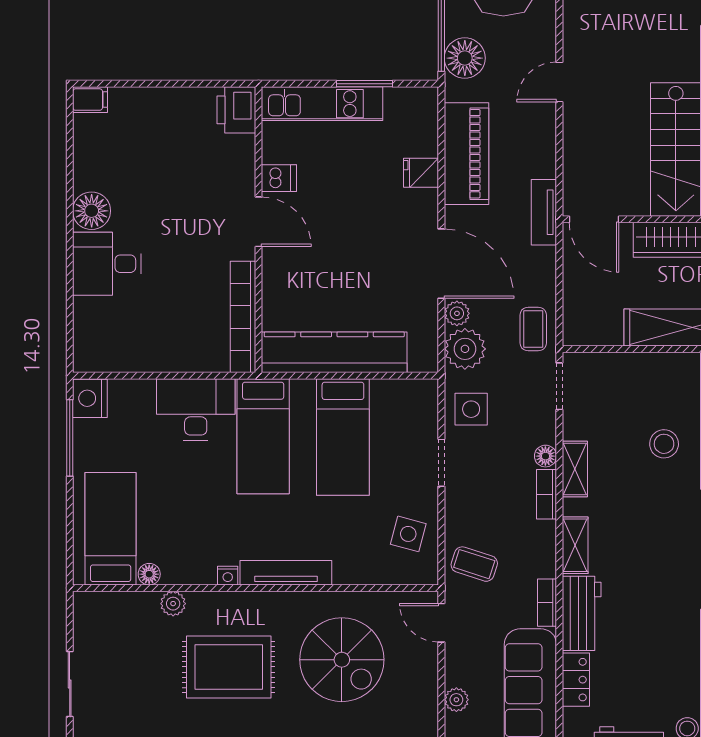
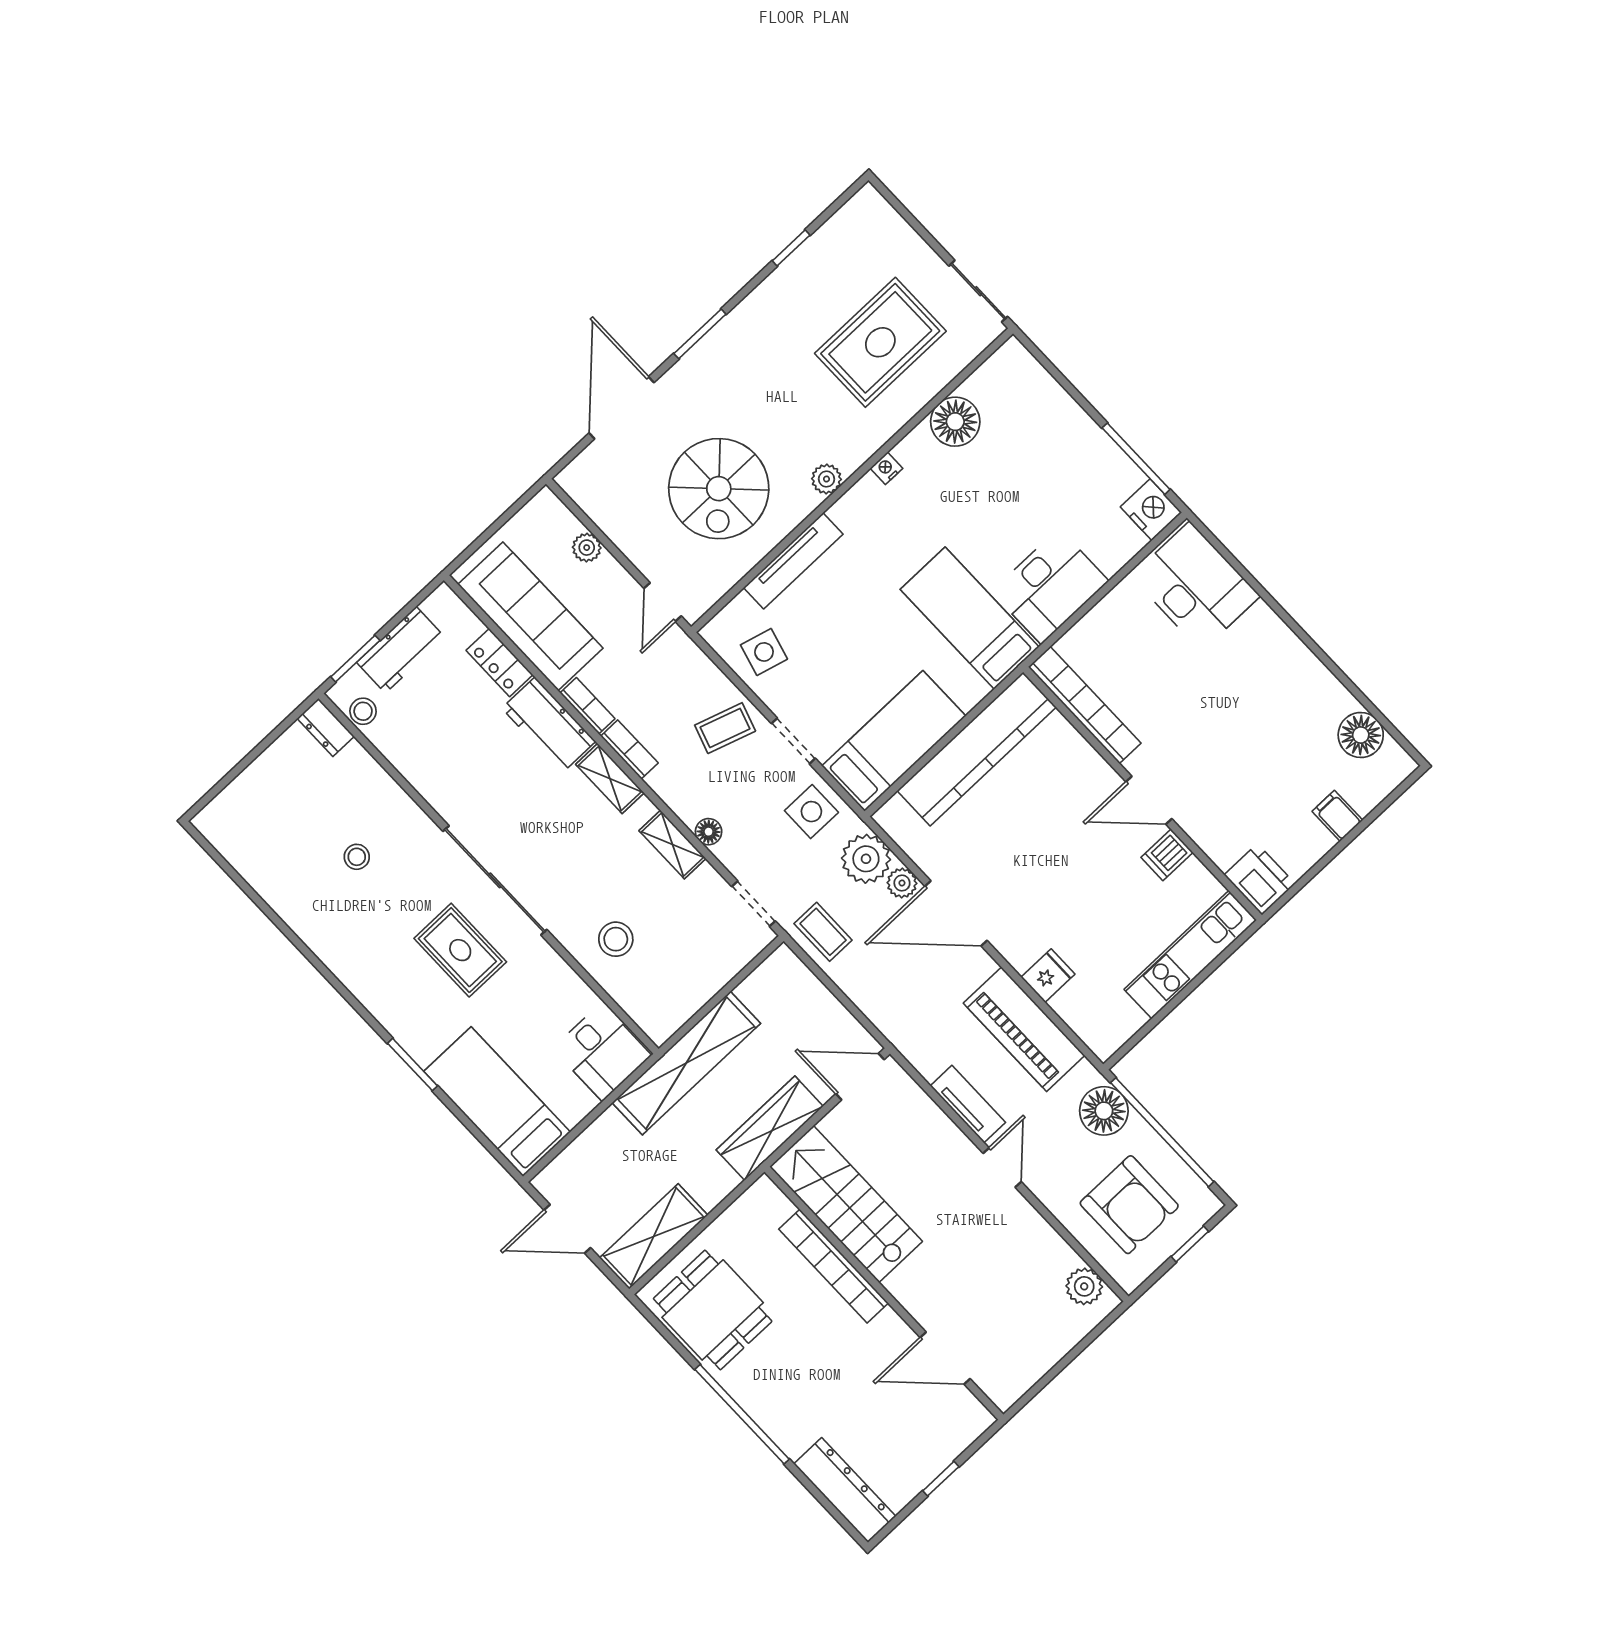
window: (364, 84) -> (1170, 1007), removed
filing cabinet: (90, 100) -> (1337, 816), moved, turned 90
floor lamp: (92, 211) -> (1361, 735), moved
tv unit: (544, 212) -> (968, 1104), moved
desk: (107, 264) -> (1196, 586), moved, width x1.37
bed: (343, 437) -> (894, 741), moved, turned 90
bookcase: (547, 494) -> (629, 750), moved
bed: (111, 529) -> (1026, 413), removed
coffee table: (474, 564) -> (725, 728), moved
tv unit: (286, 573) -> (793, 561), moved
floor lamp: (149, 574) -> (955, 422), width x1.89, depth x1.89
plant: (173, 604) -> (826, 479), moved
door: (441, 623) -> (663, 602), swing flipped
spiral stairs: (342, 660) -> (719, 489), turned -90
rug: (229, 667) -> (880, 342), moved
sliding door: (70, 684) -> (978, 291), moved

